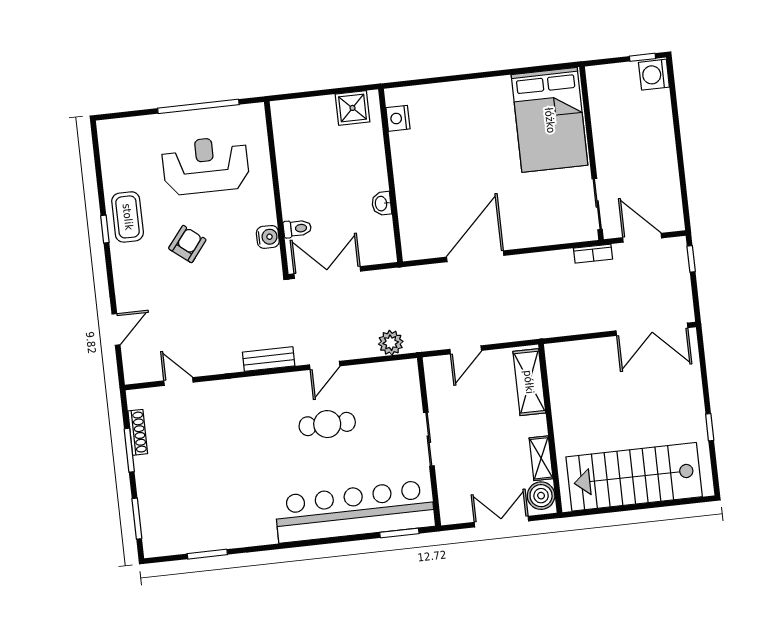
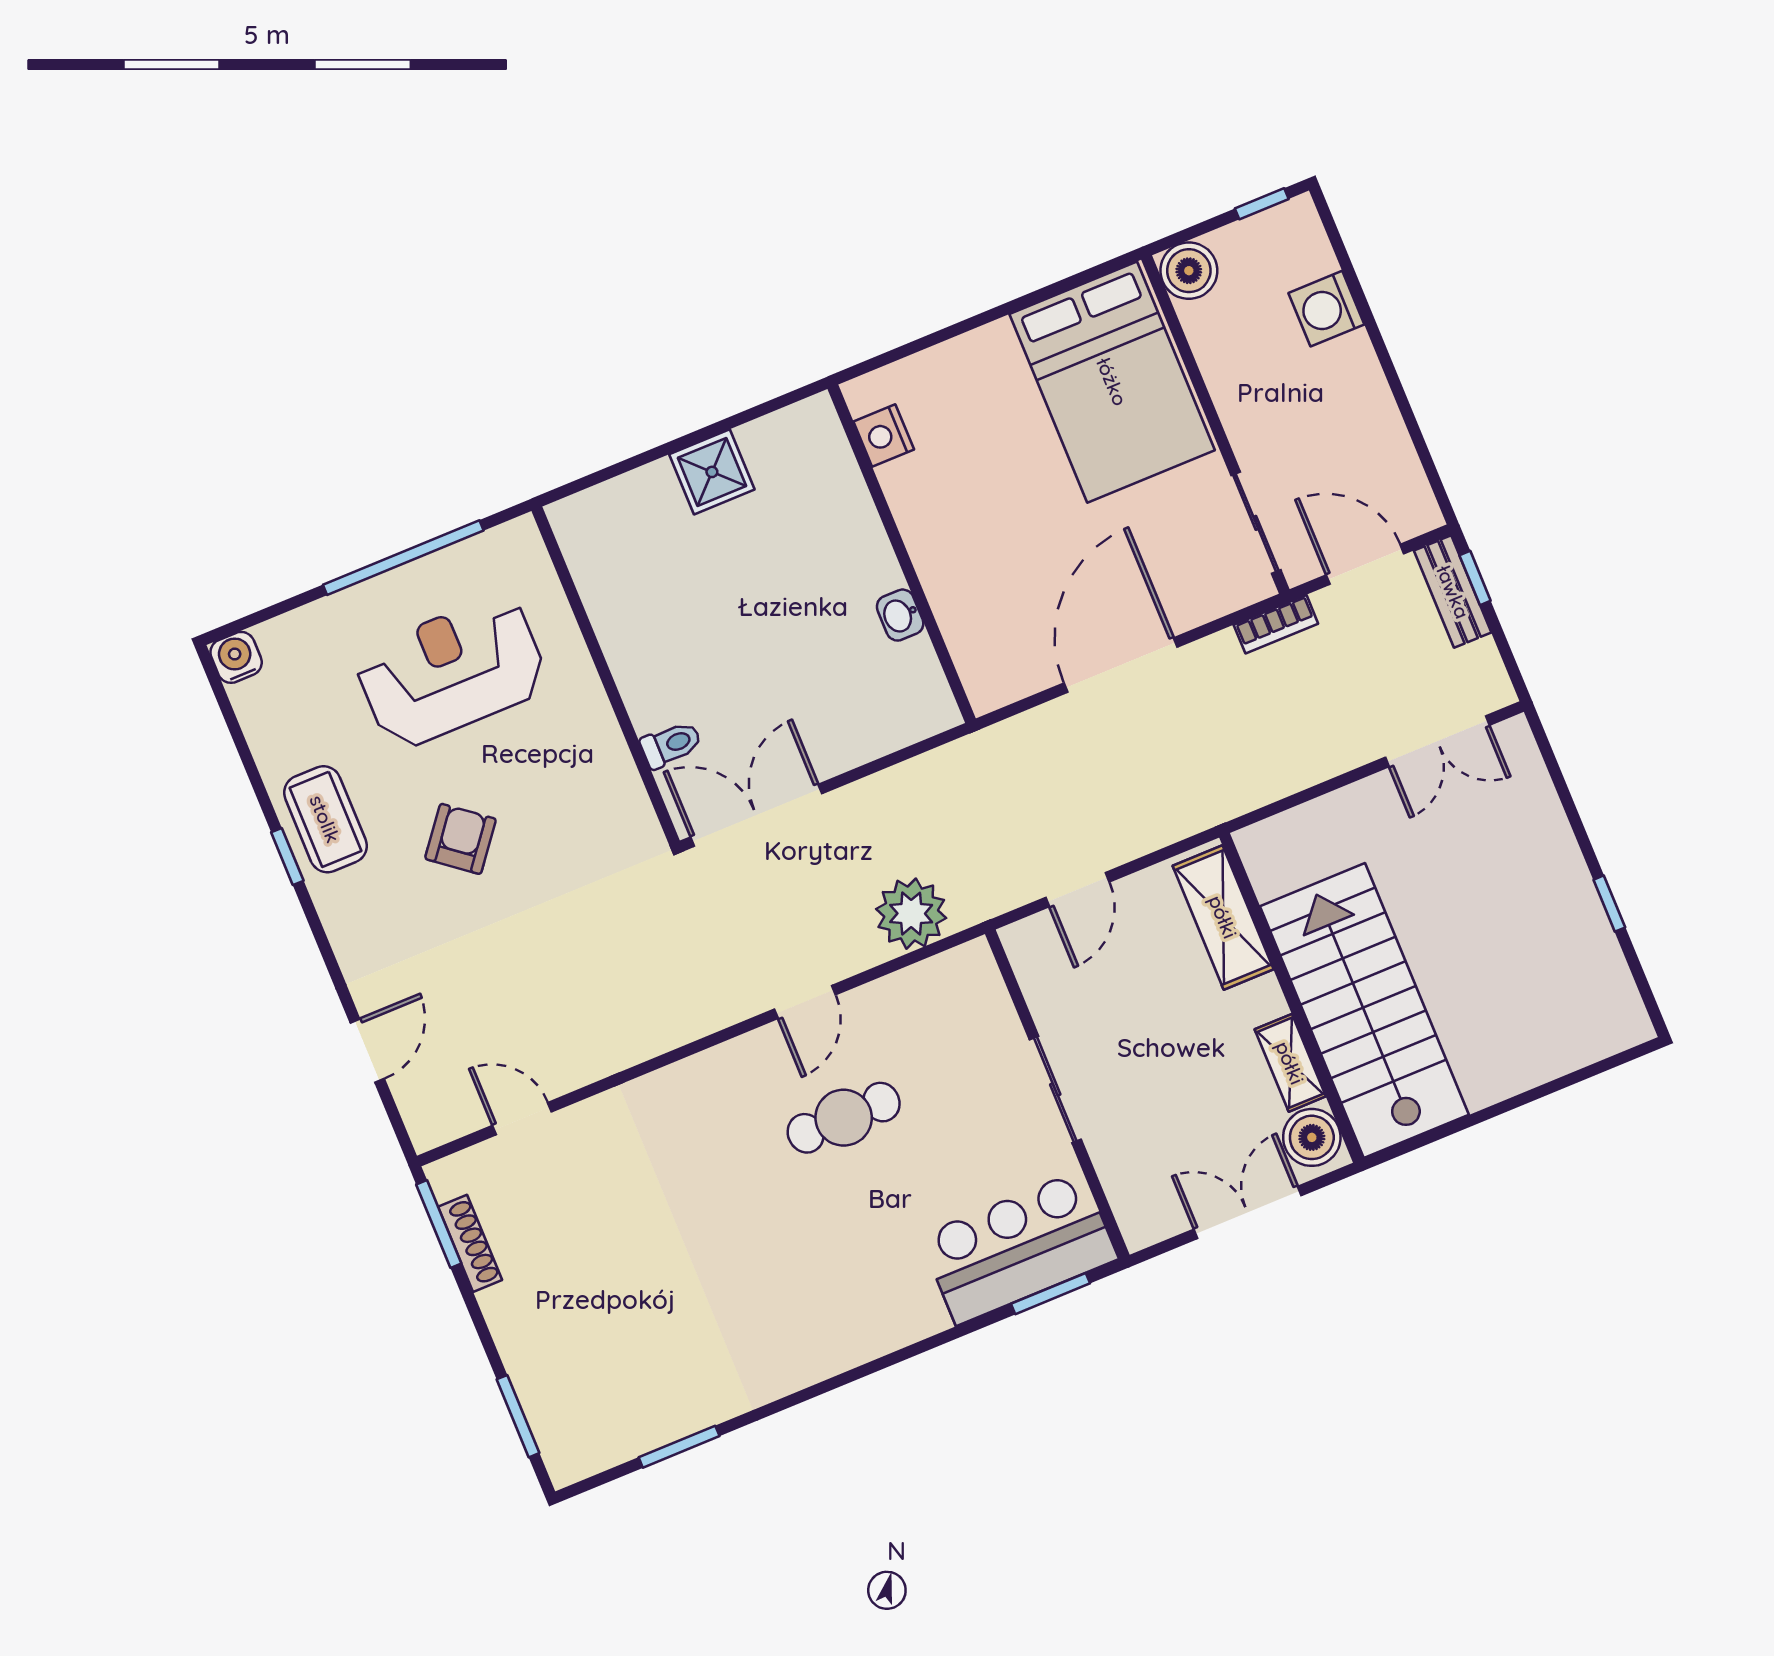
washing machine: (654, 75) -> (1326, 309), moved
boiler: (600, 79) -> (1189, 271), added
nightstand: (398, 118) -> (884, 435), moved
wall: (390, 175) -> (902, 554), moved
washbasin: (382, 203) -> (900, 615), moved
water cooler: (268, 237) -> (236, 657), moved, turned -90
door: (475, 256) -> (1121, 665), moved
double door: (652, 329) -> (1437, 741), width x0.73
plant: (391, 343) -> (911, 914), width x1.36, depth x1.36
bench: (269, 359) -> (1453, 592), moved, turned 90
window: (129, 450) -> (439, 1224), moved
stairs: (634, 477) -> (1364, 1011), moved, turned 90
bar counter: (355, 511) -> (1019, 1247), width x0.54

